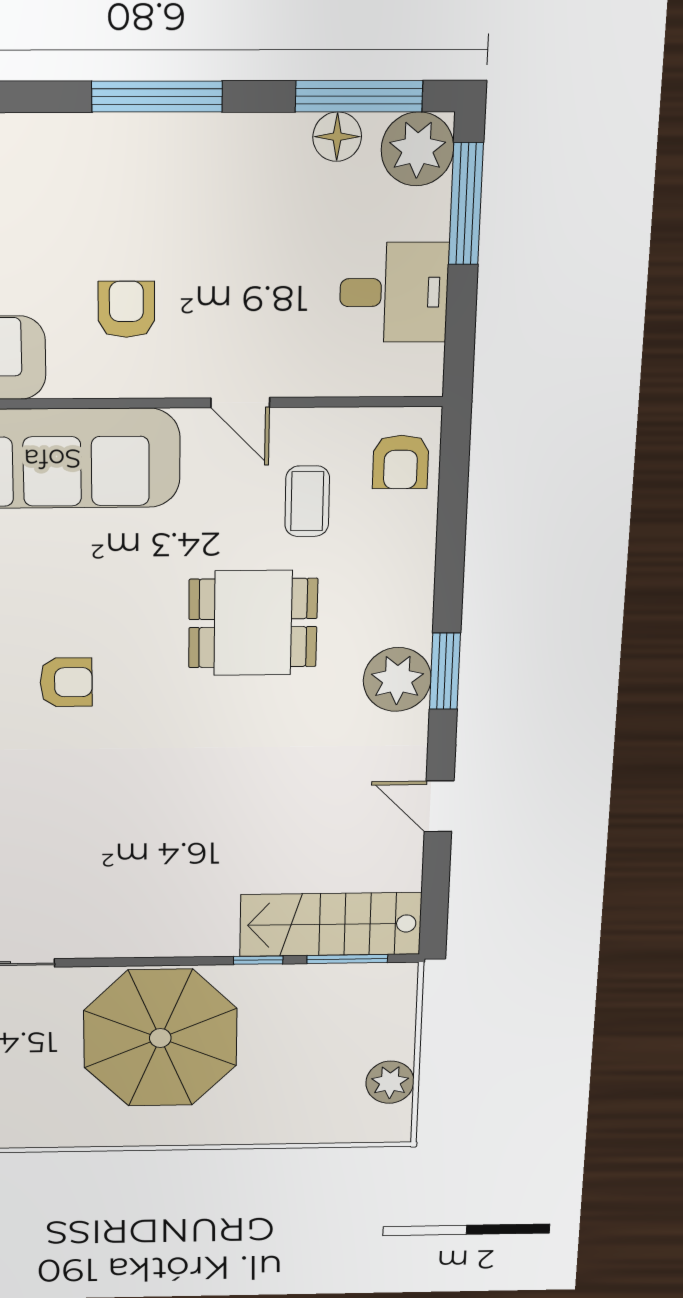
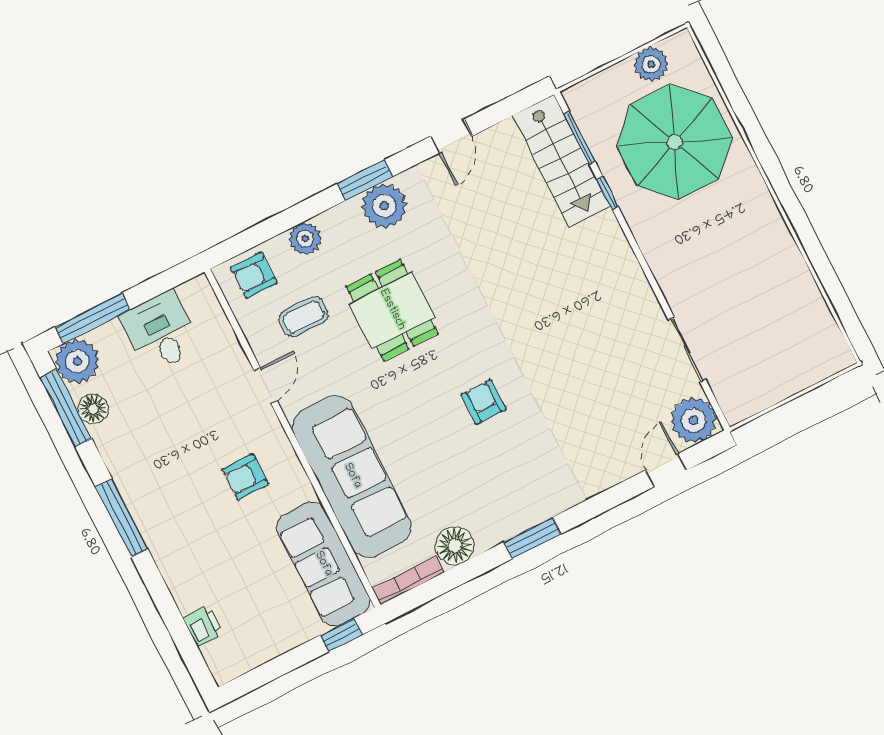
armchair: (401, 462) -> (254, 275), turned 180
plant: (412, 556) -> (305, 239), added
parasol: (160, 1038) -> (674, 142), moved

